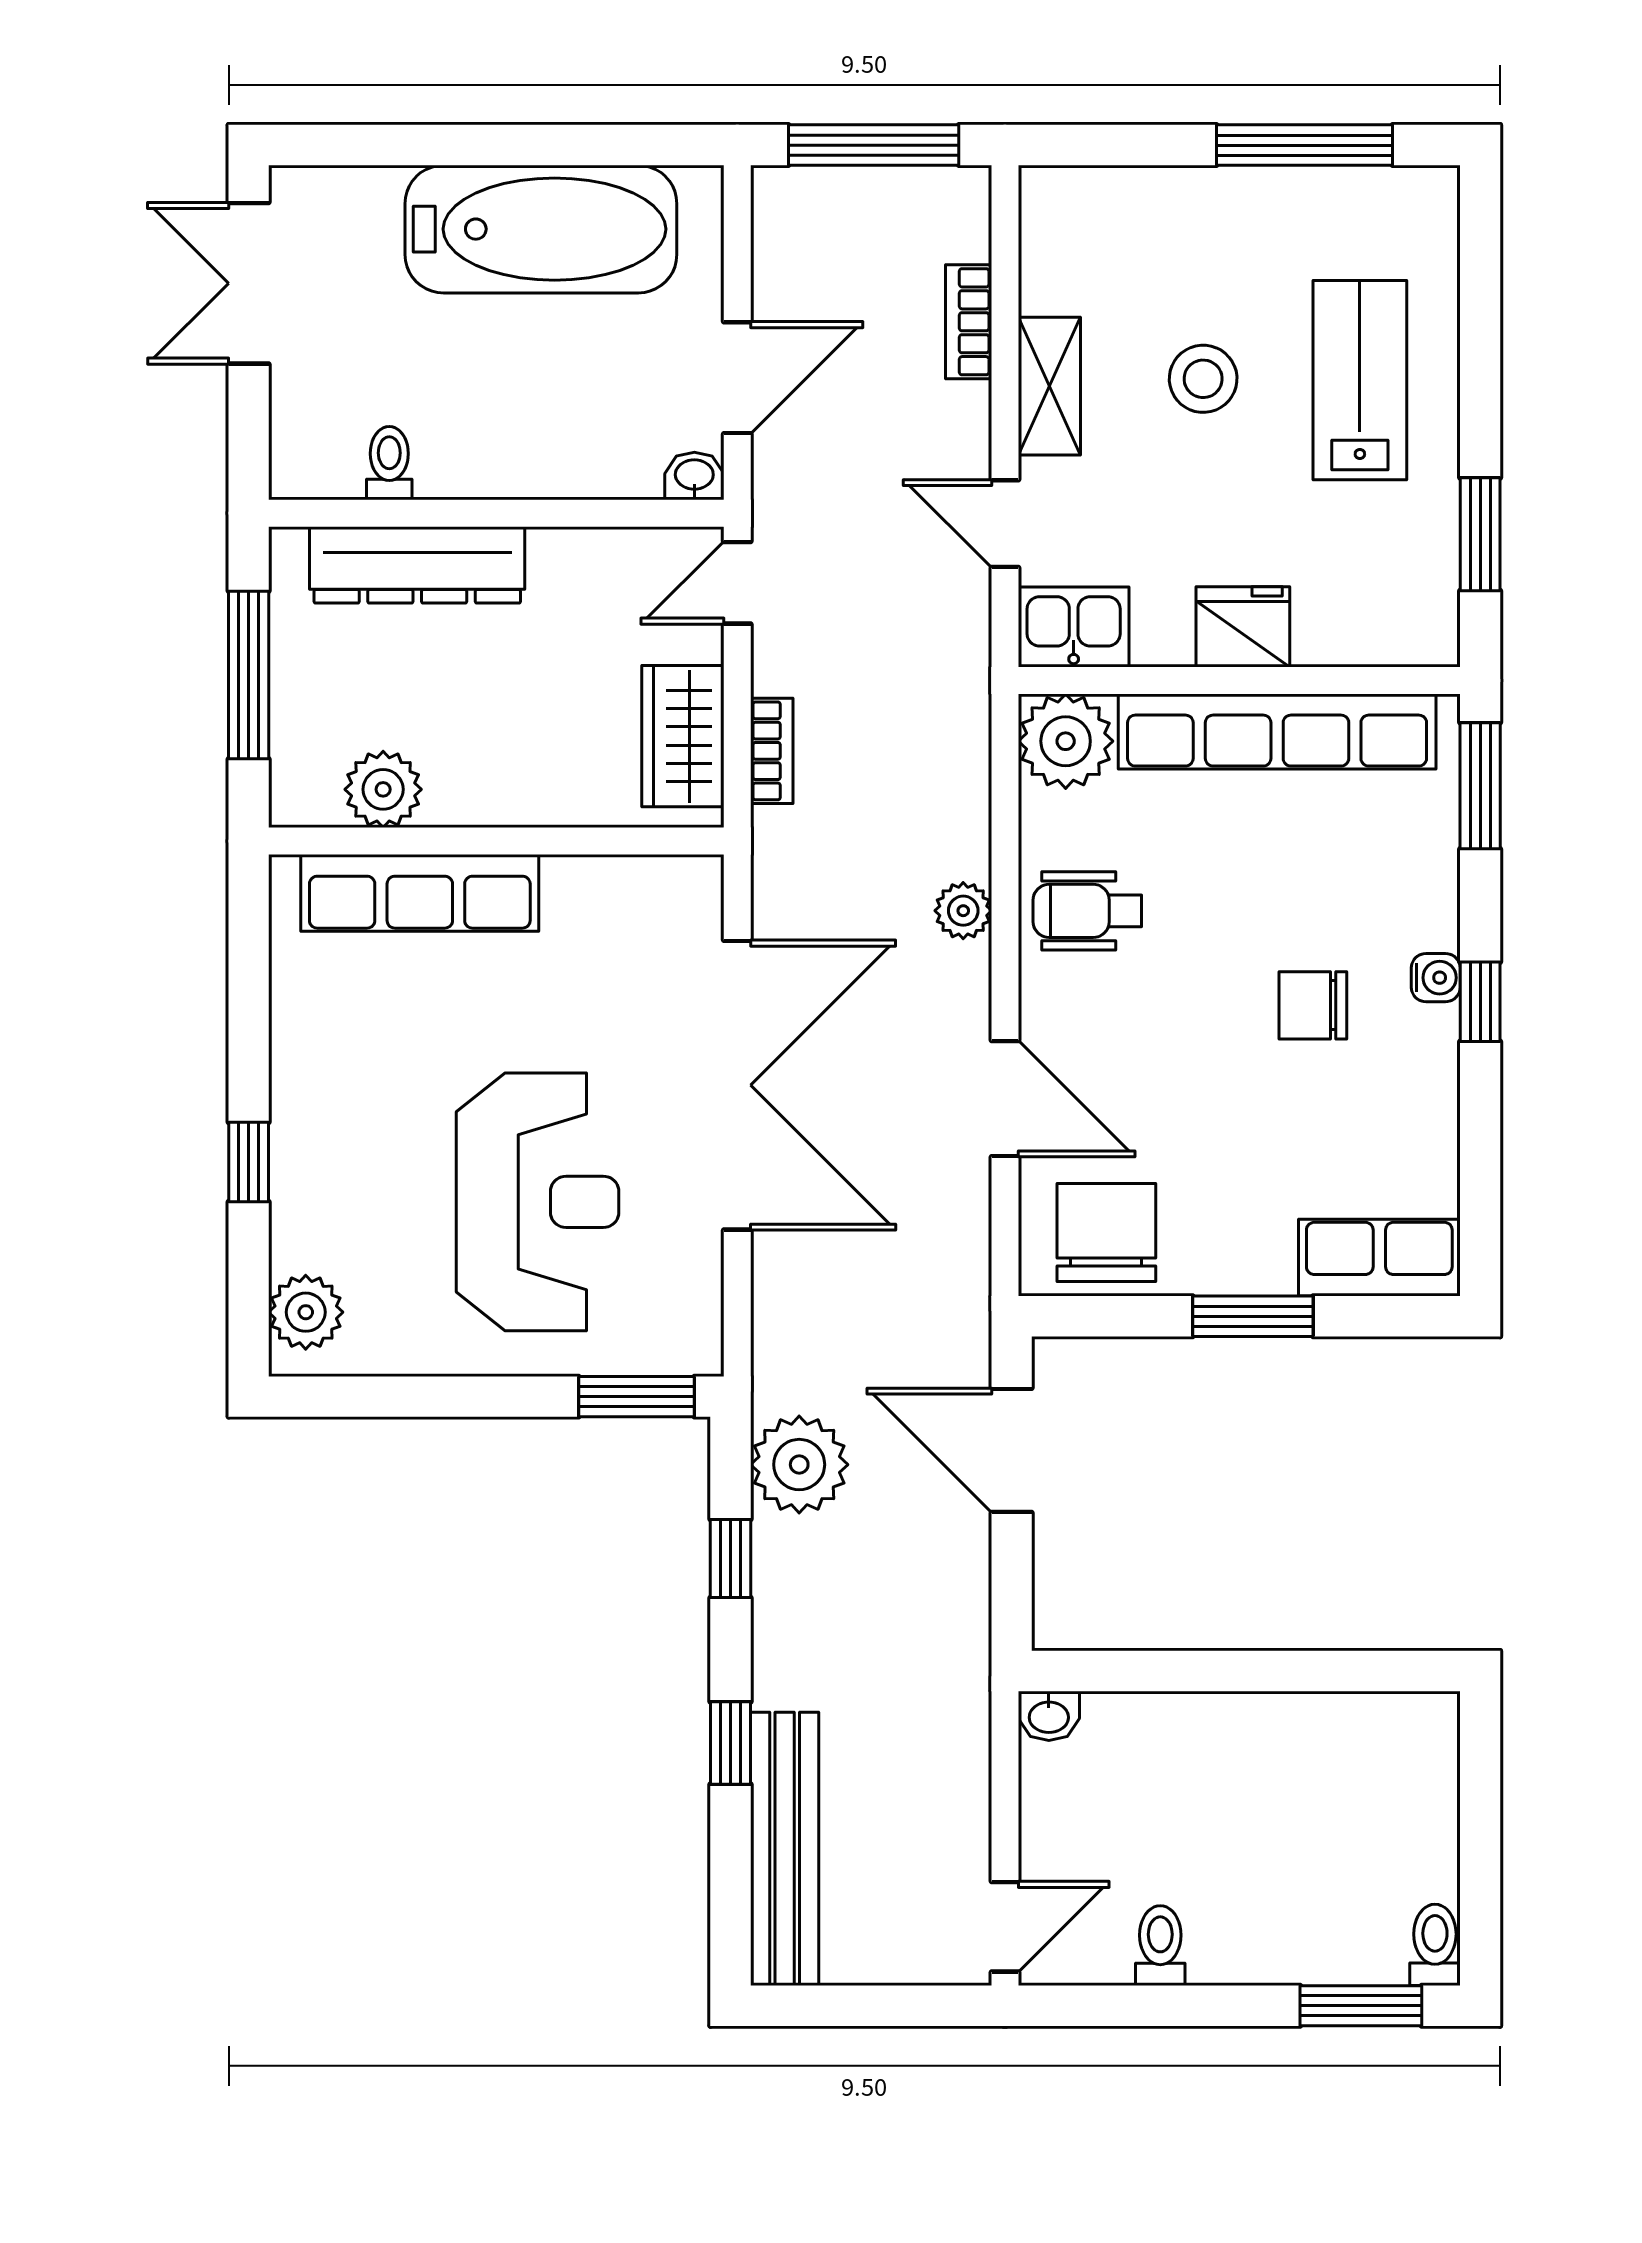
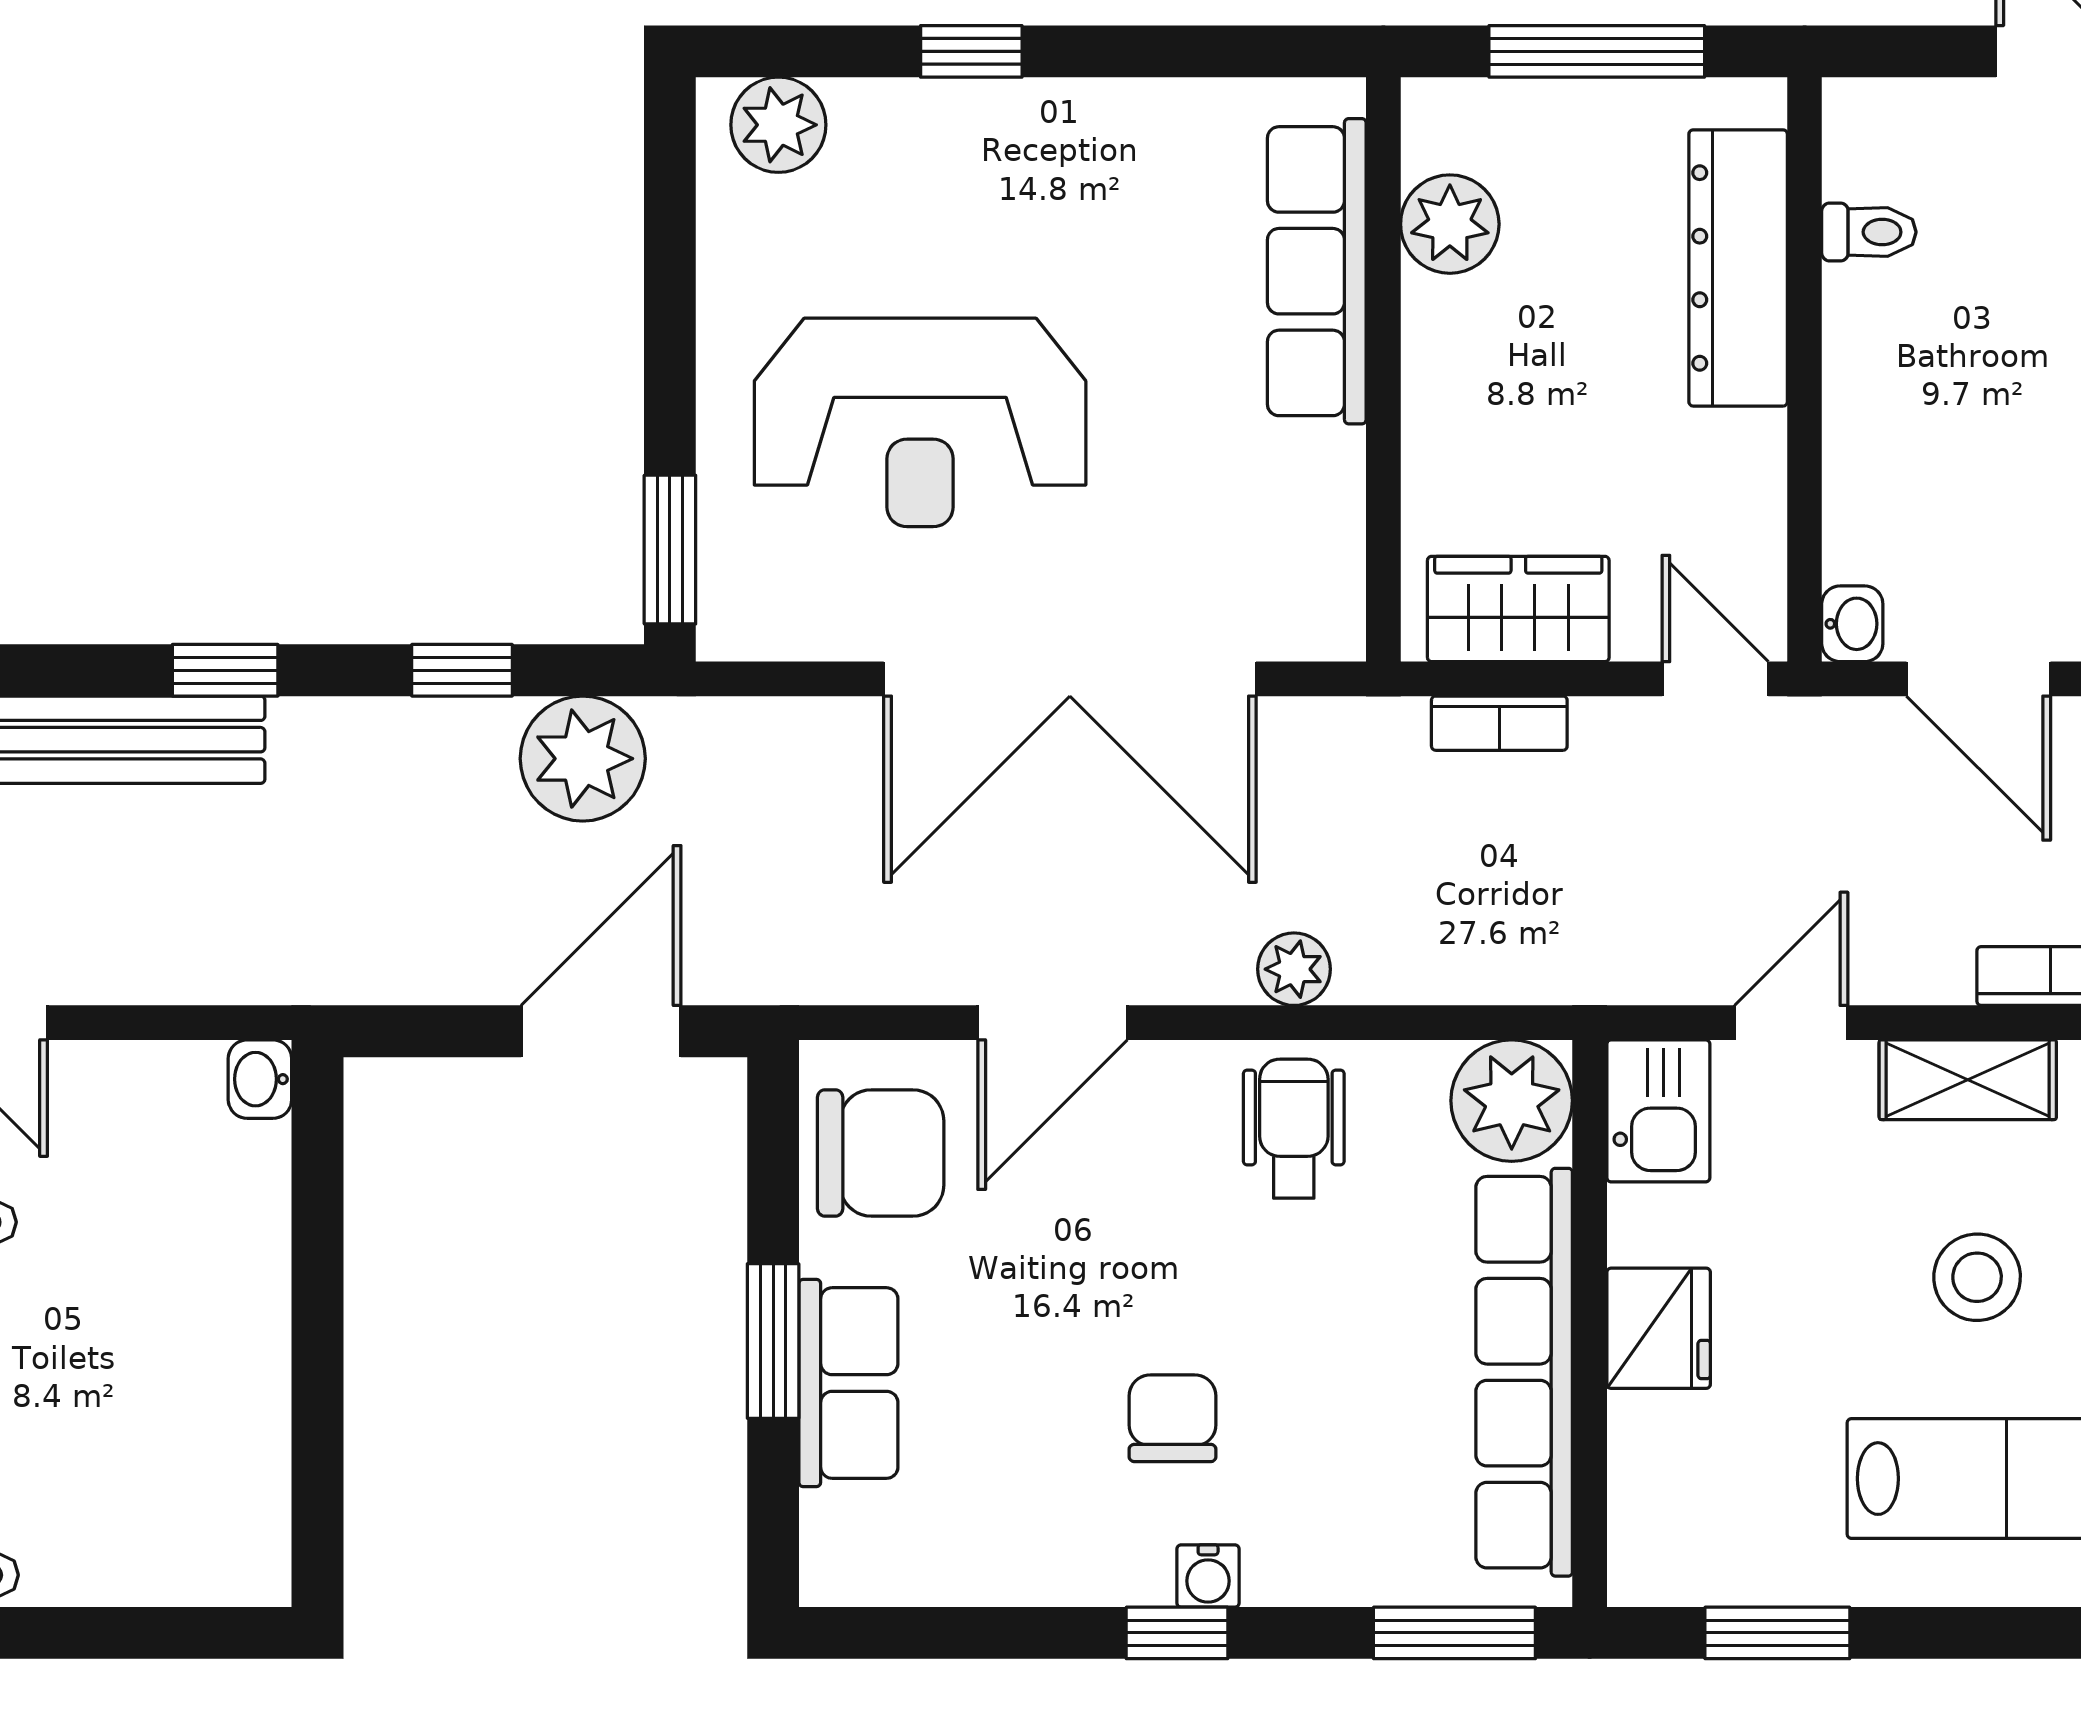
row of seats: (1379, 1258) -> (848, 1383), moved

